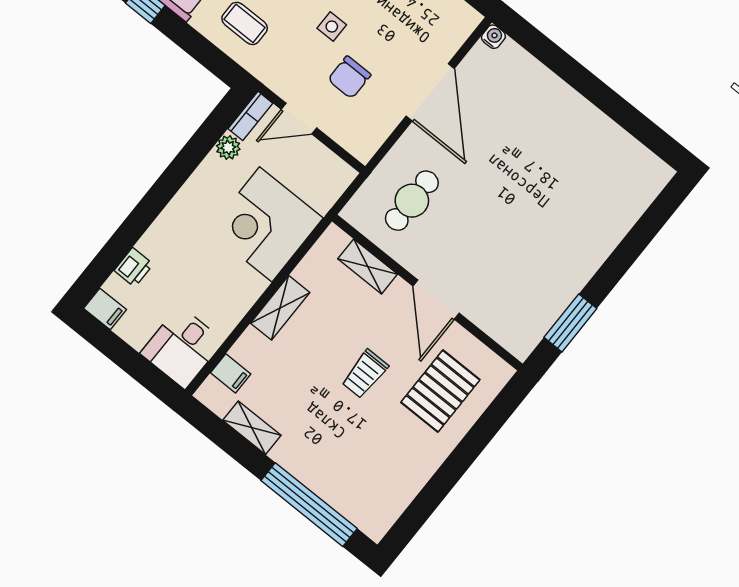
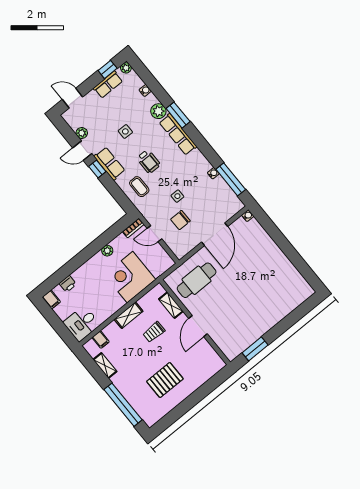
plant: (228, 147) -> (107, 251), moved
cafe table: (412, 201) -> (197, 280), width x1.37, depth x1.35
trolley: (365, 374) -> (154, 332), moved
pallet: (440, 391) -> (165, 380), moved

